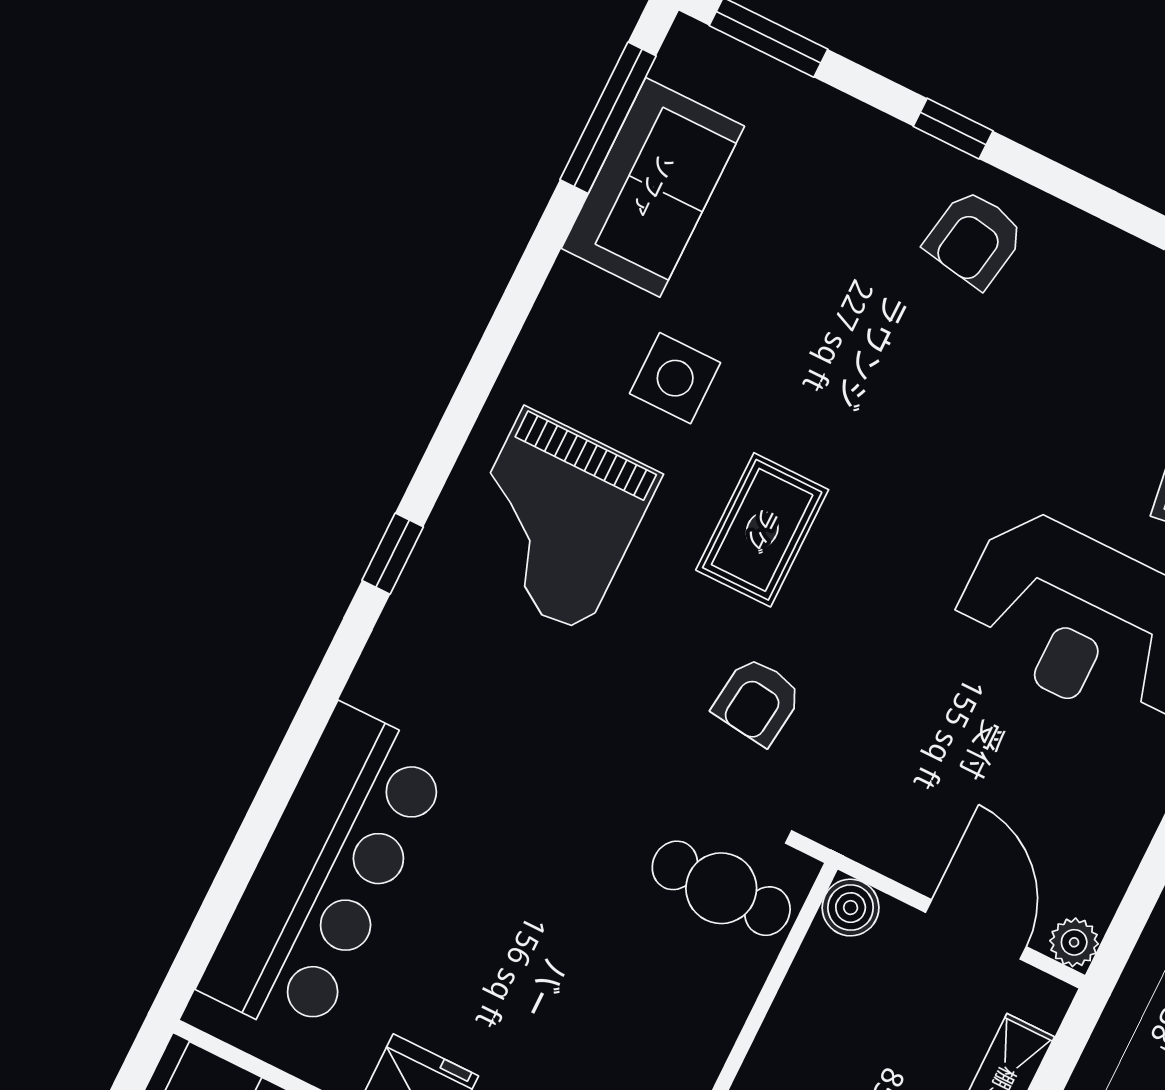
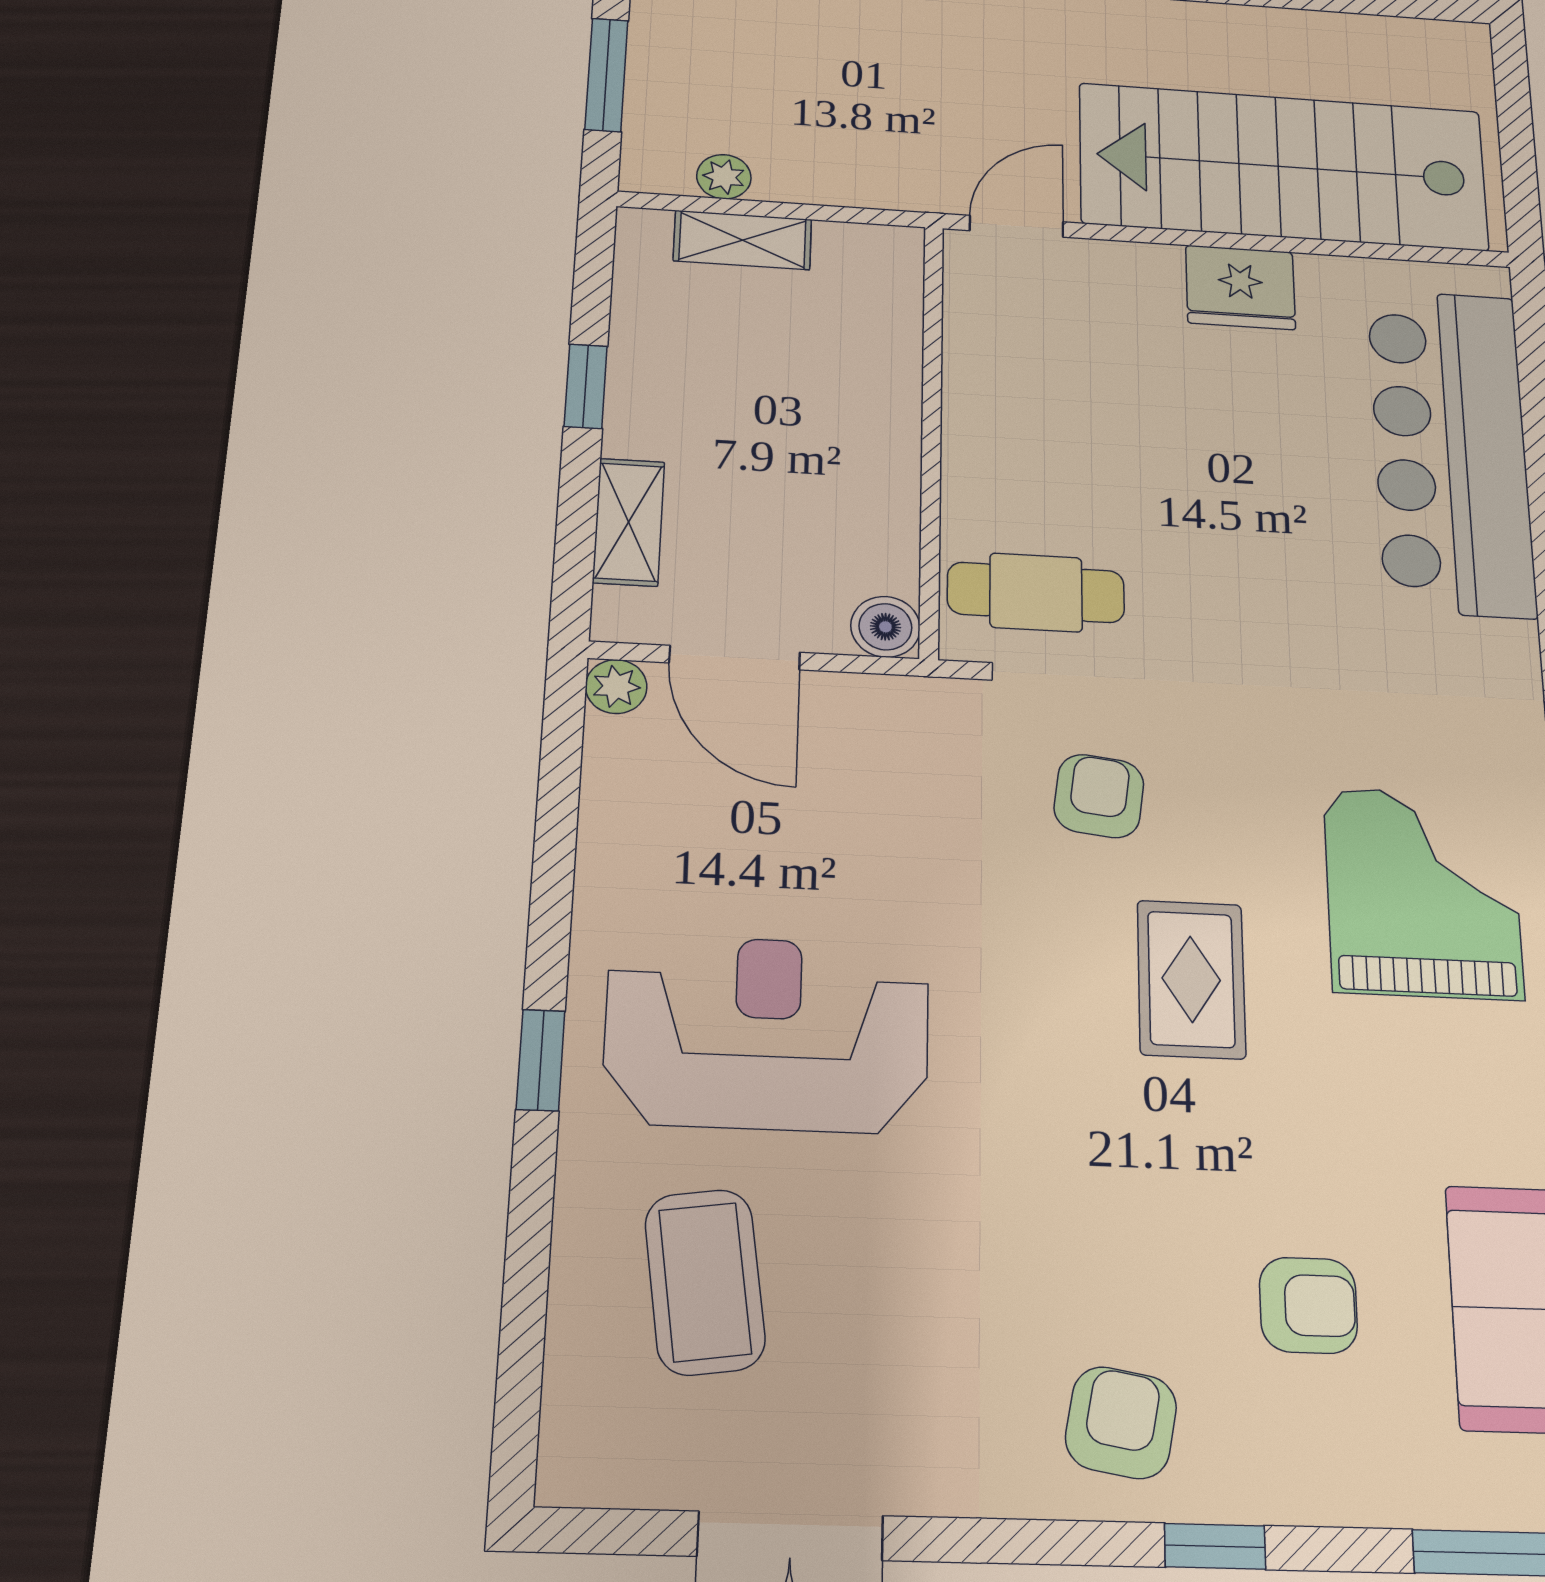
armchair: (803, 259) -> (1308, 1305), added
side table: (675, 378) -> (1378, 1103), removed

